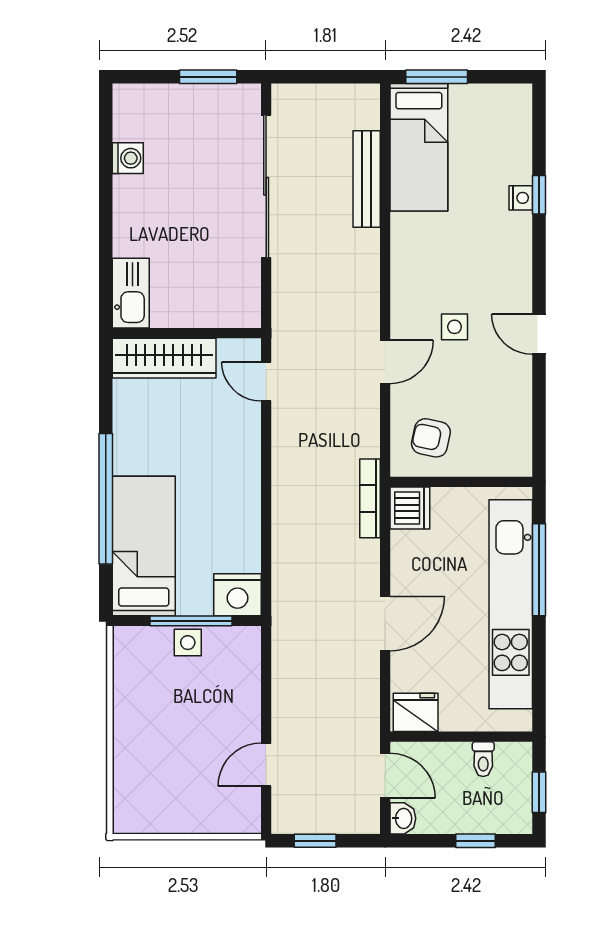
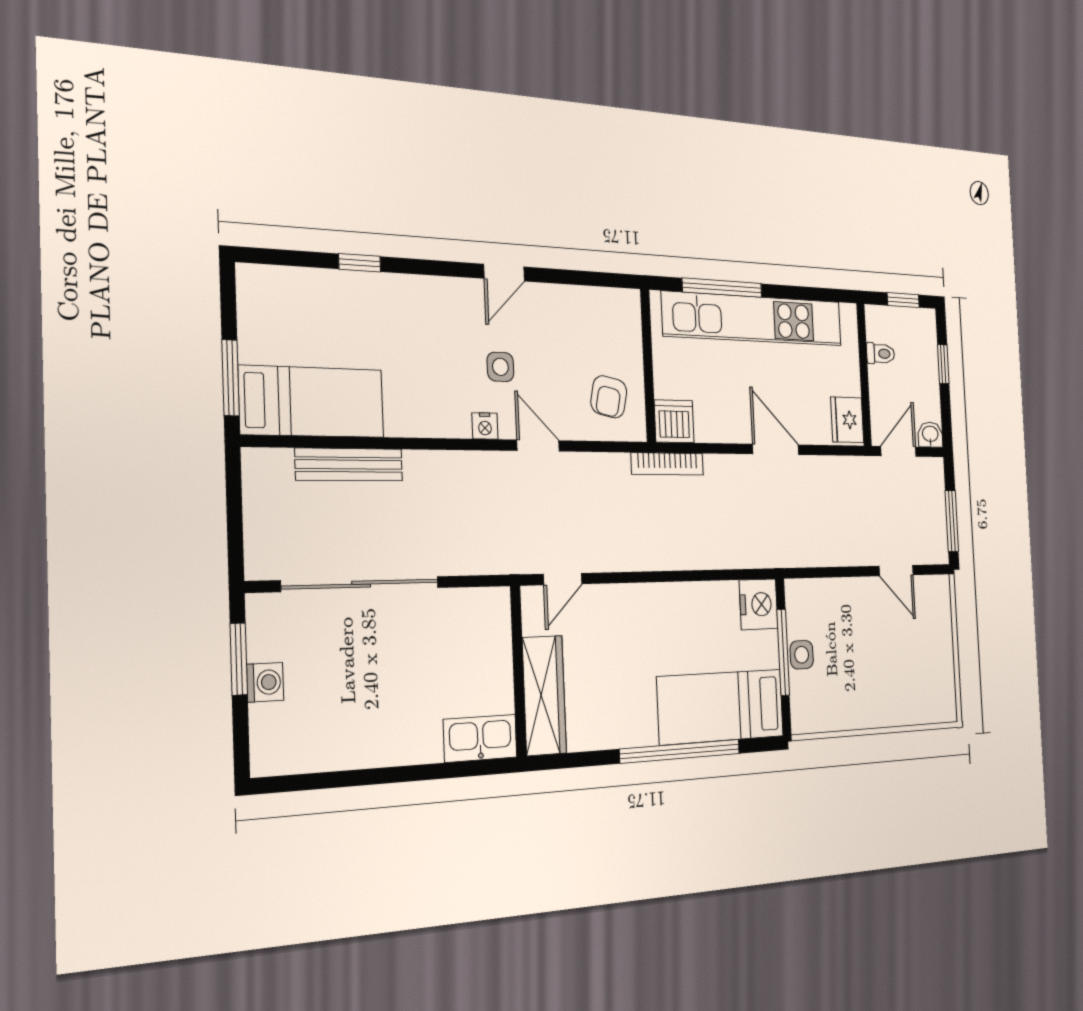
washing machine: (128, 158) -> (265, 682), moved, turned 90
nightstand: (521, 198) -> (485, 426), moved, turned 180
window: (315, 841) -> (952, 521), width x1.50

